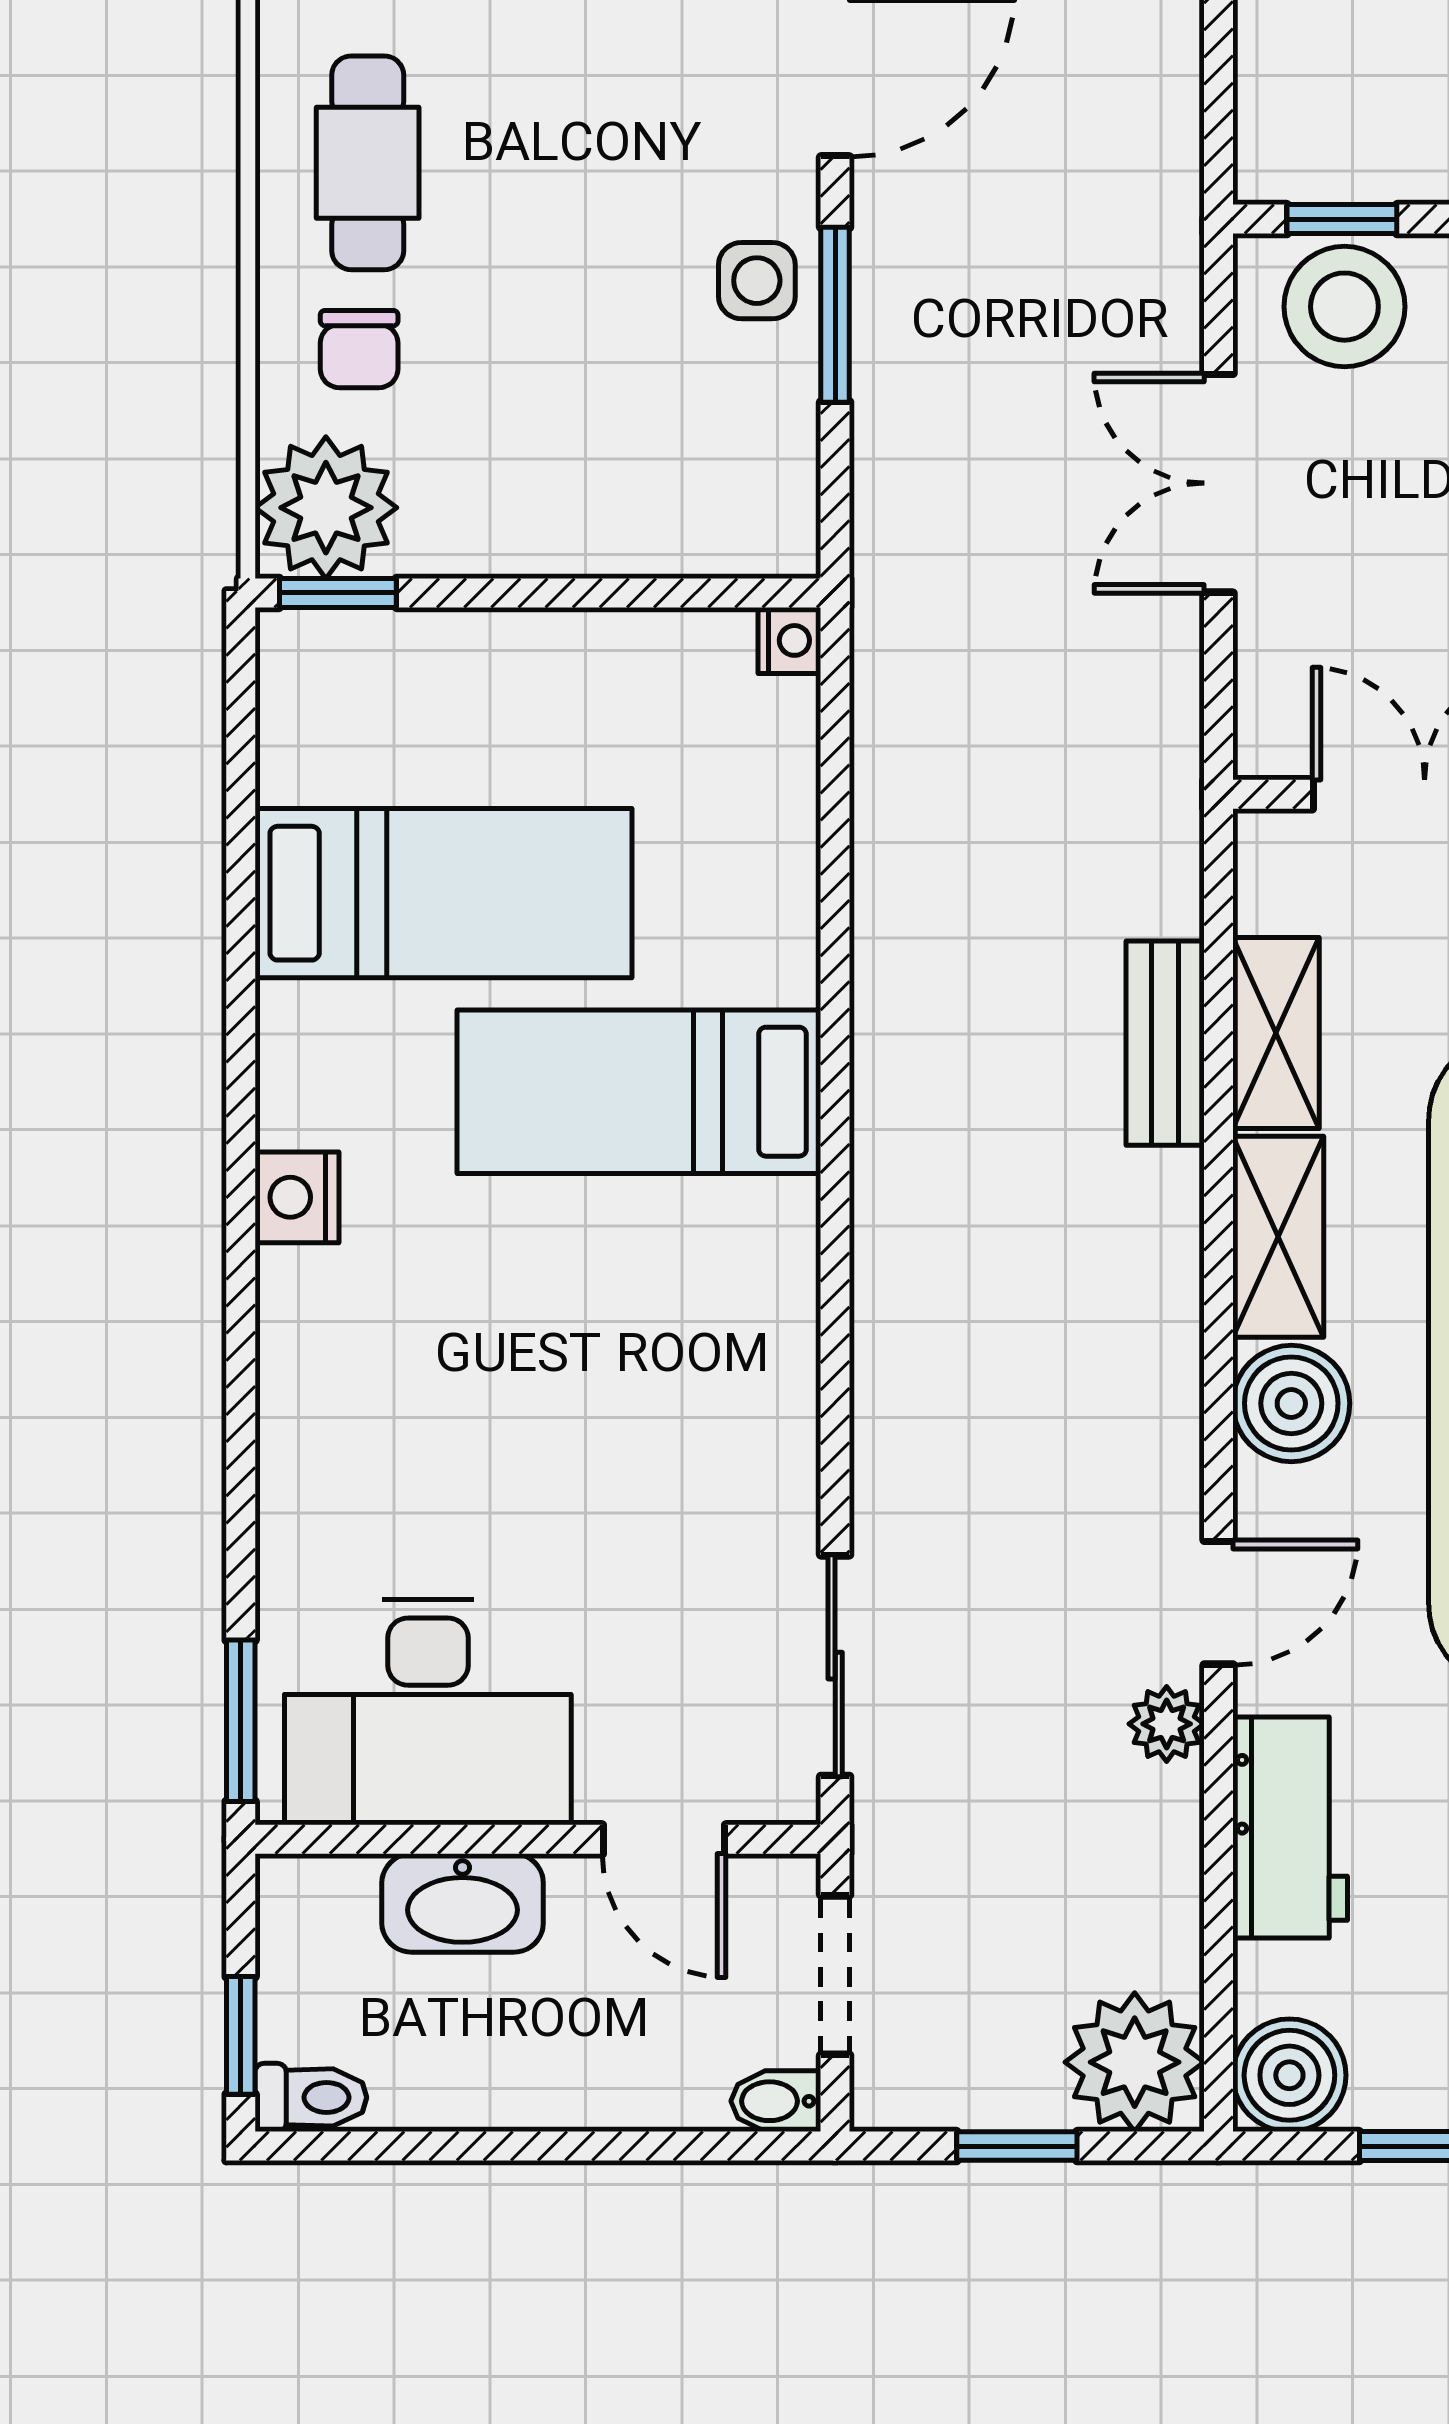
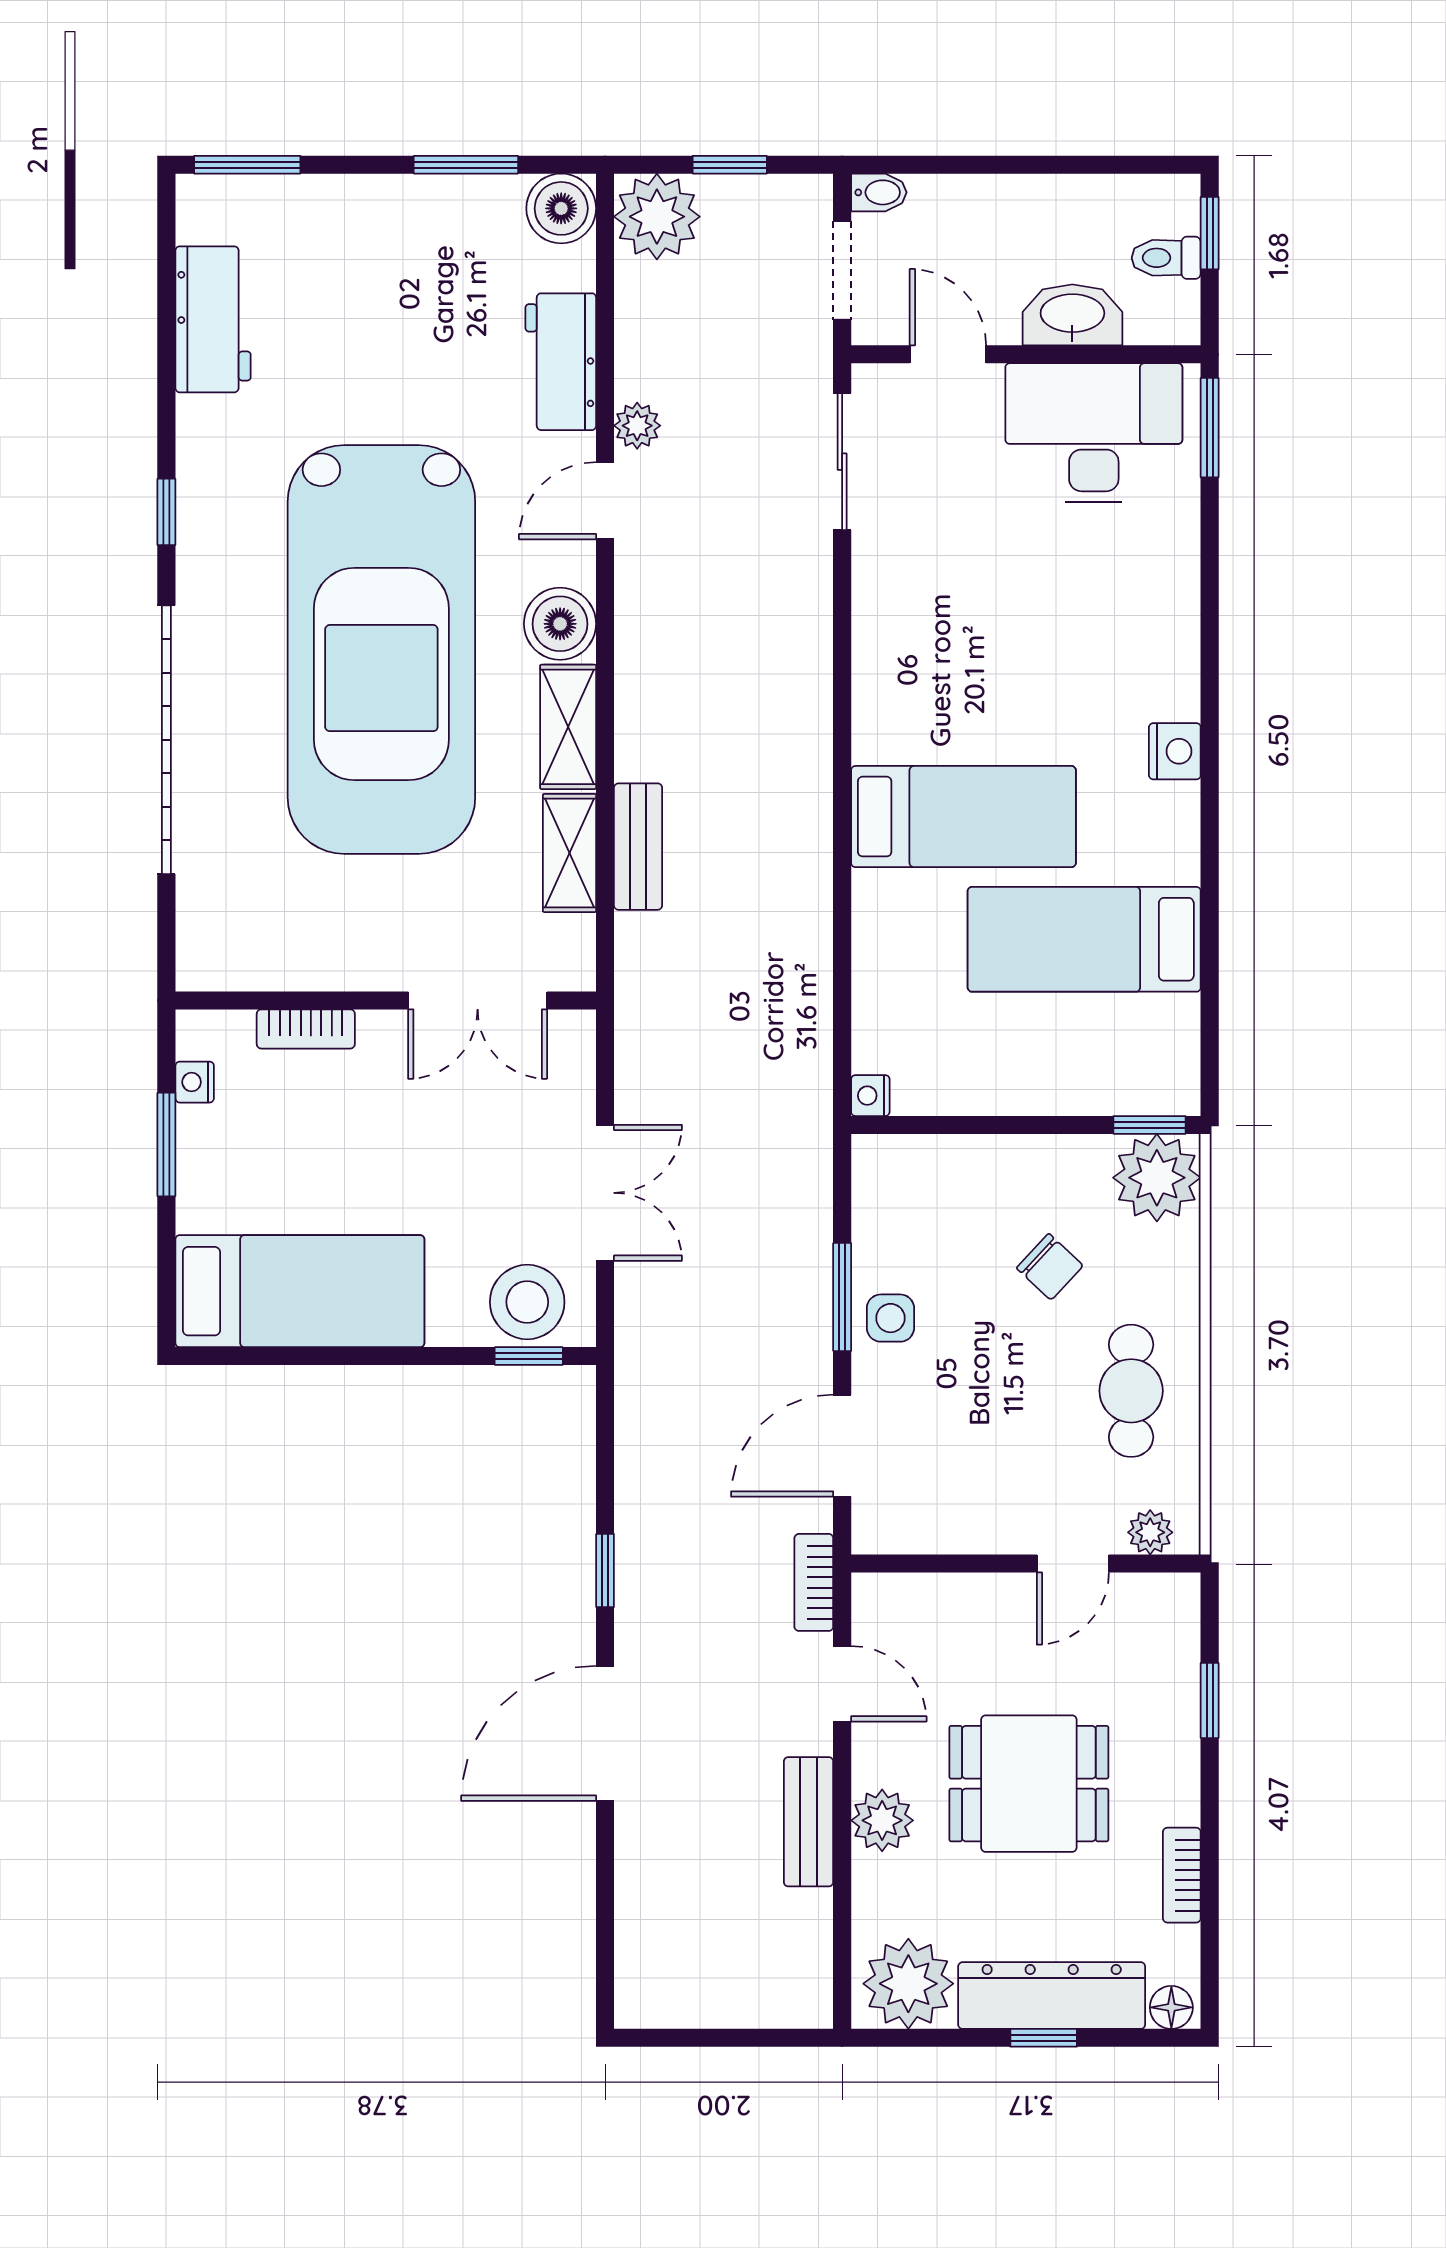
chair: (359, 349) -> (1050, 1267), moved, turned 133
toilet: (311, 2097) -> (1166, 258), moved

